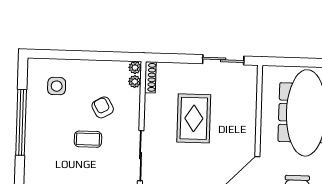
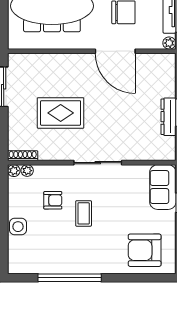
side table: (57, 86) -> (18, 227), moved
armchair: (103, 107) -> (53, 200), turned -151

